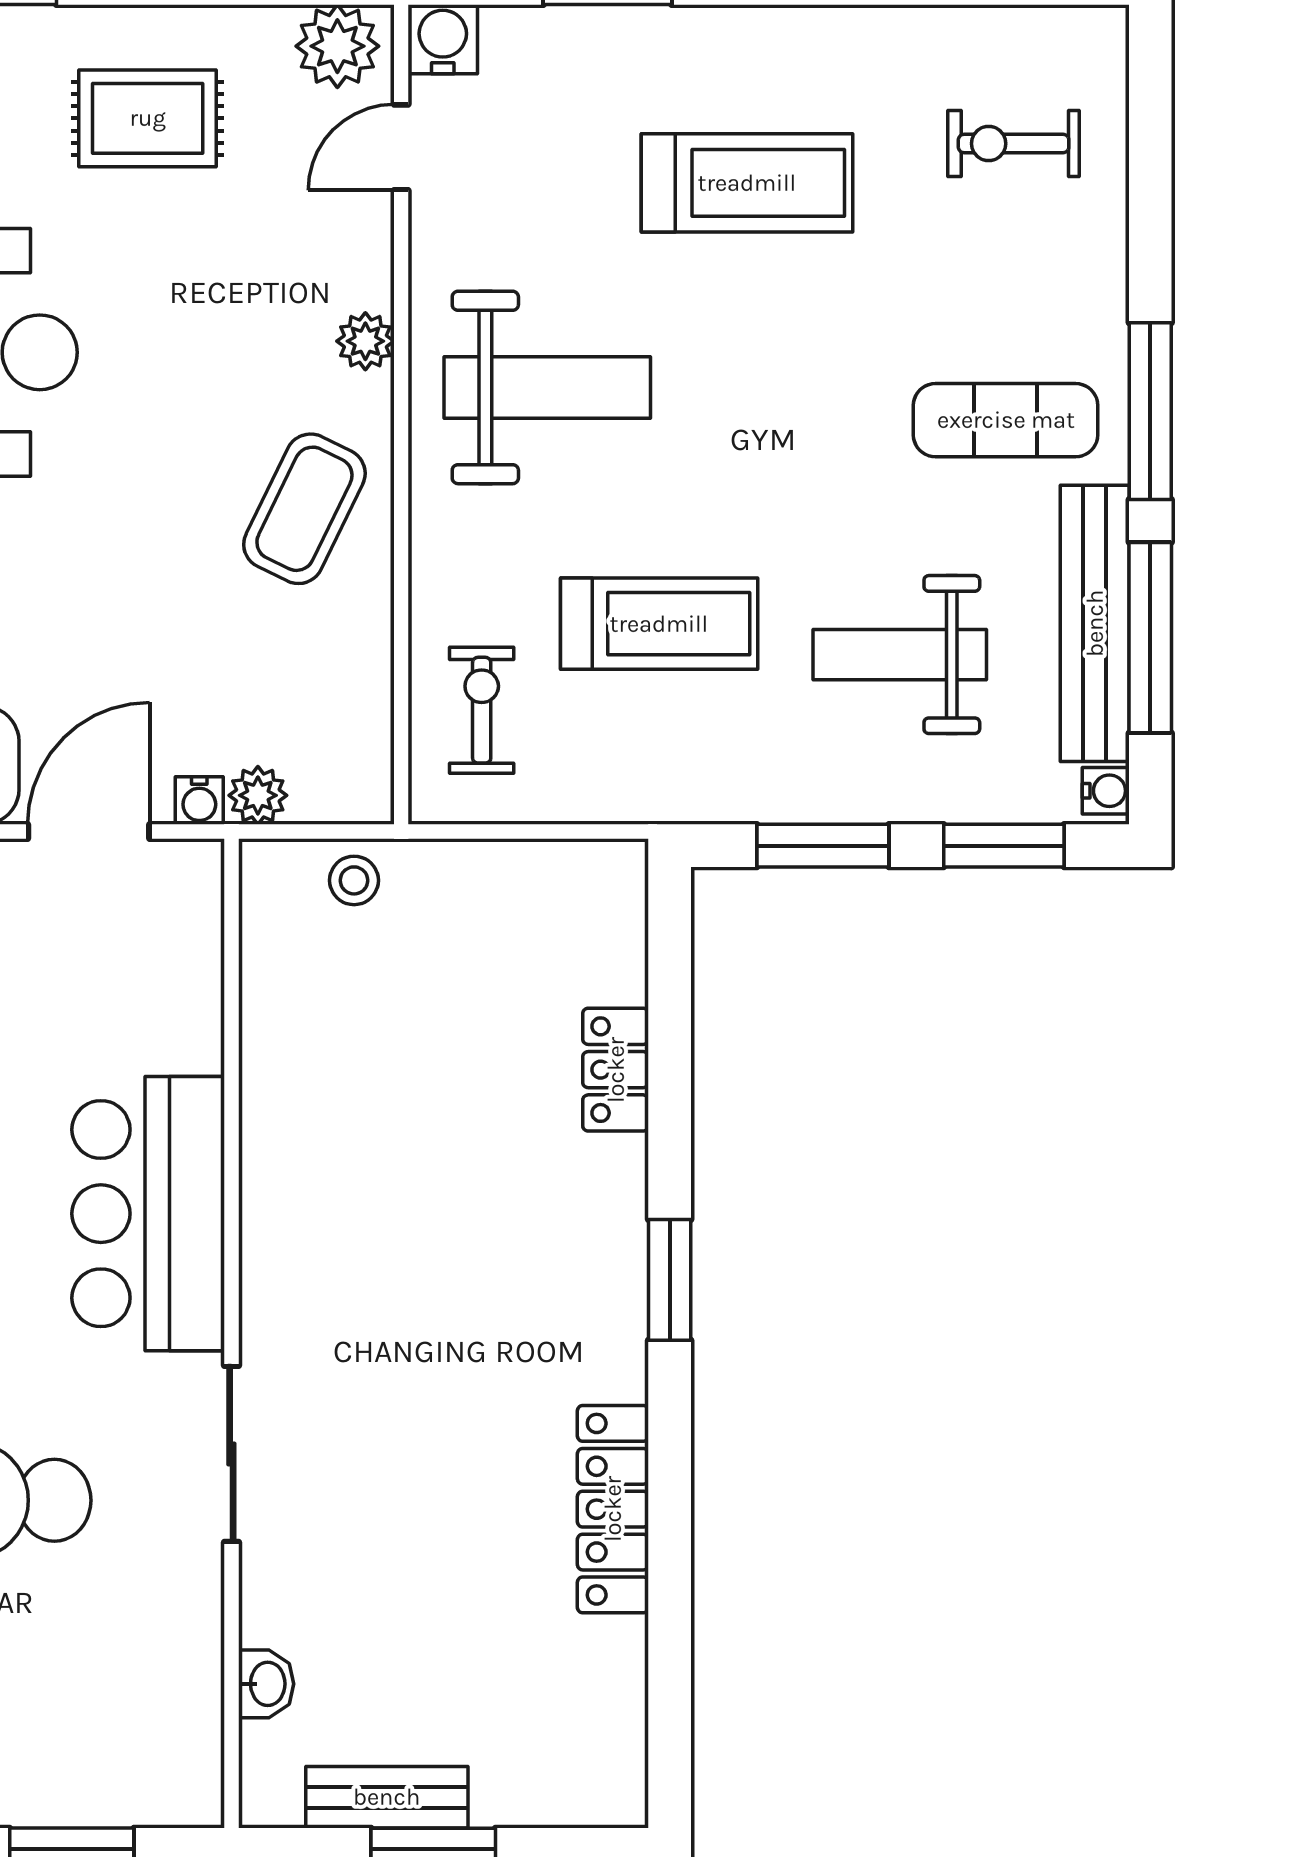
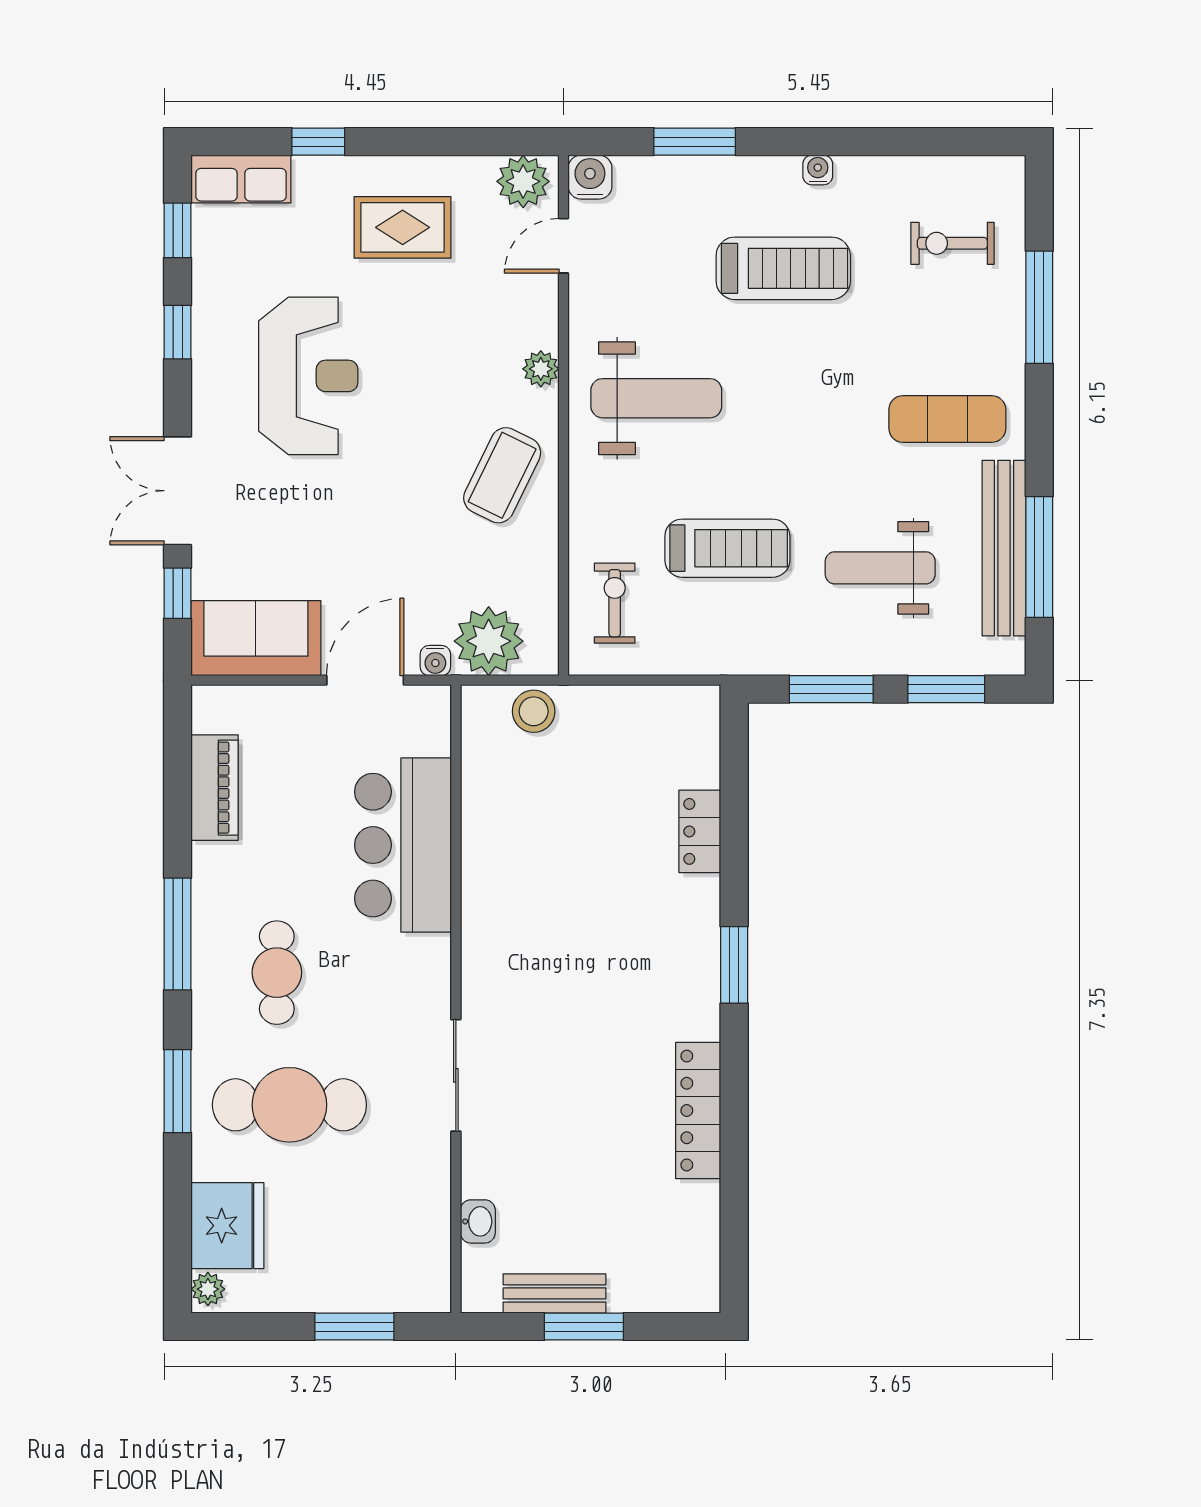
window: (1150, 411) -> (1039, 307), moved
water cooler: (1106, 791) -> (818, 170), moved, turned -90
plant: (258, 795) -> (489, 641), width x1.88, depth x1.88
stool: (354, 880) -> (534, 711), width x1.37, depth x1.37
bar counter: (148, 1214) -> (403, 845), moved

